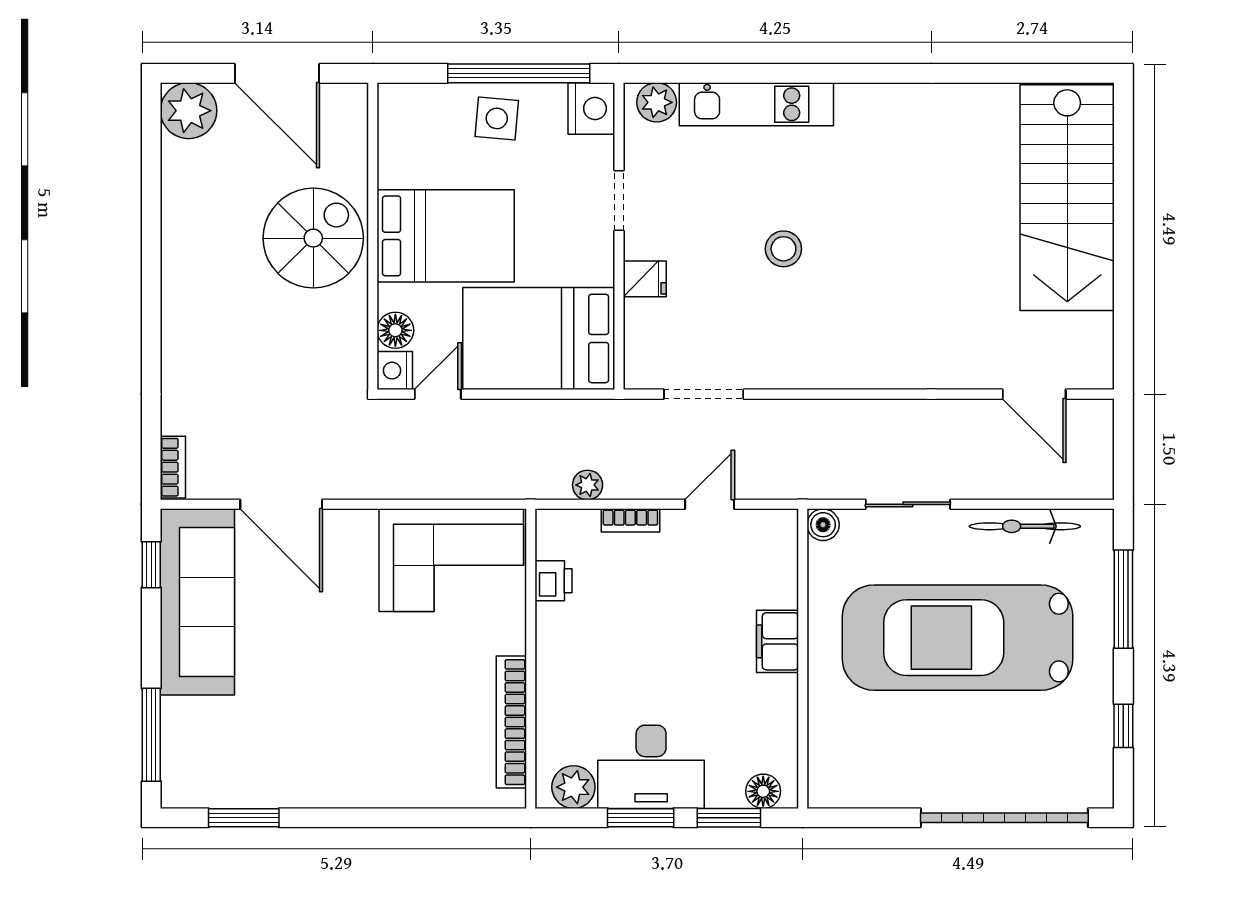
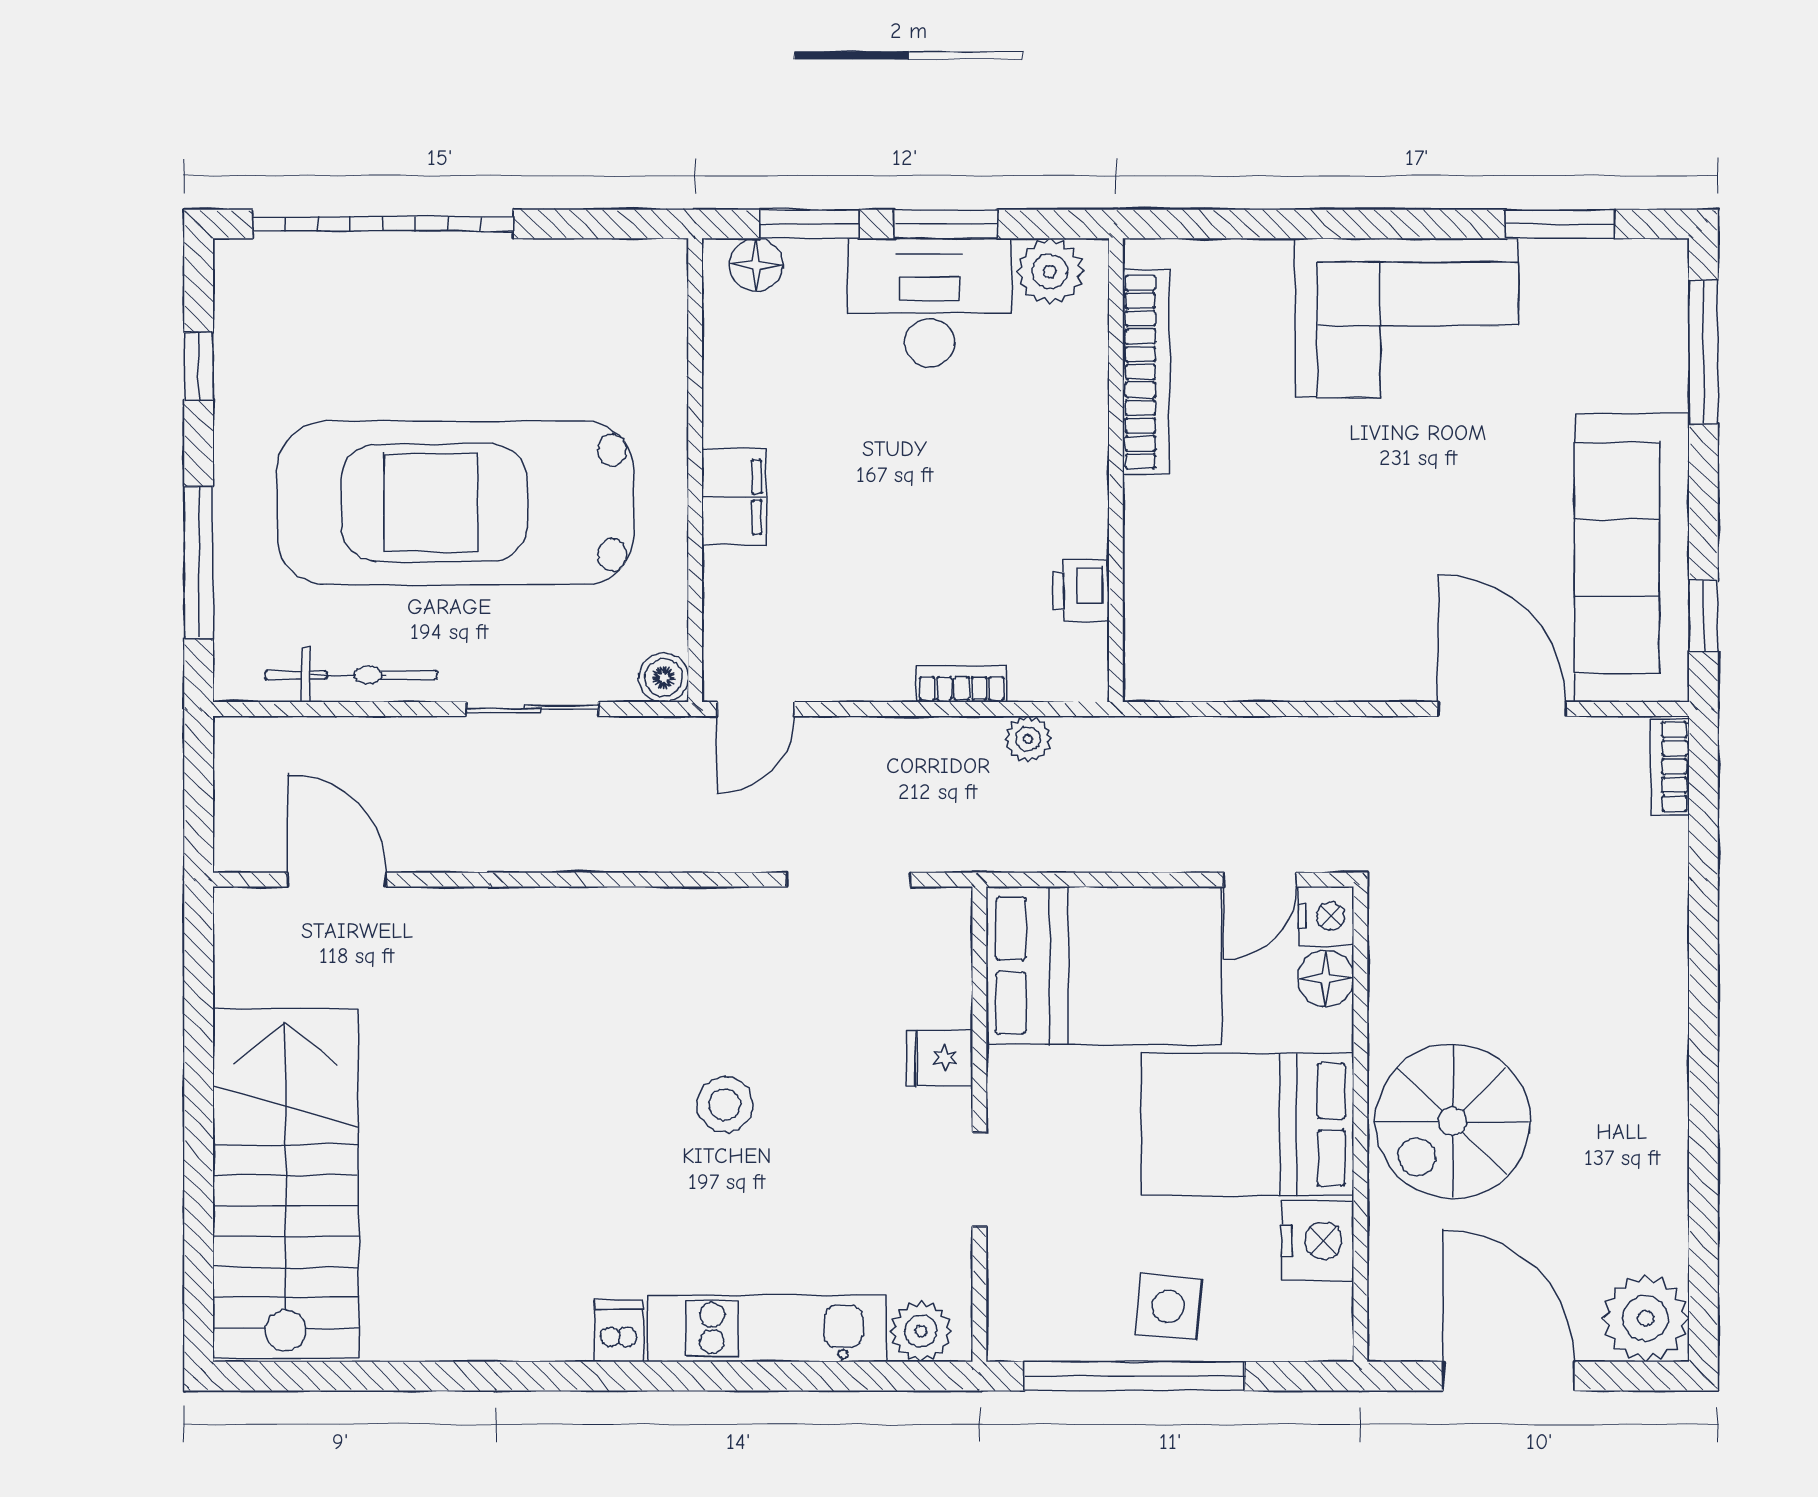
dishwasher: (852, 103) -> (619, 1331), added
nightstand: (591, 108) -> (1318, 1241), moved, turned 180
door: (710, 504) -> (756, 709), moved
corner sofa: (451, 560) -> (1406, 318), moved, turned 180
car: (958, 638) -> (455, 503), turned 180

